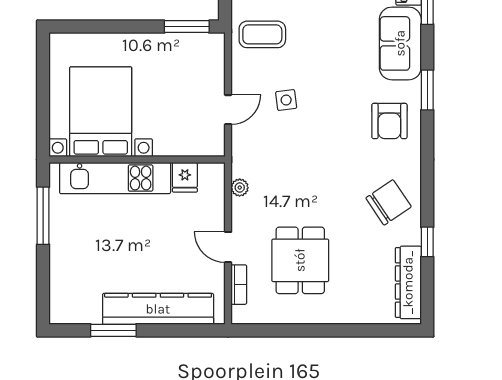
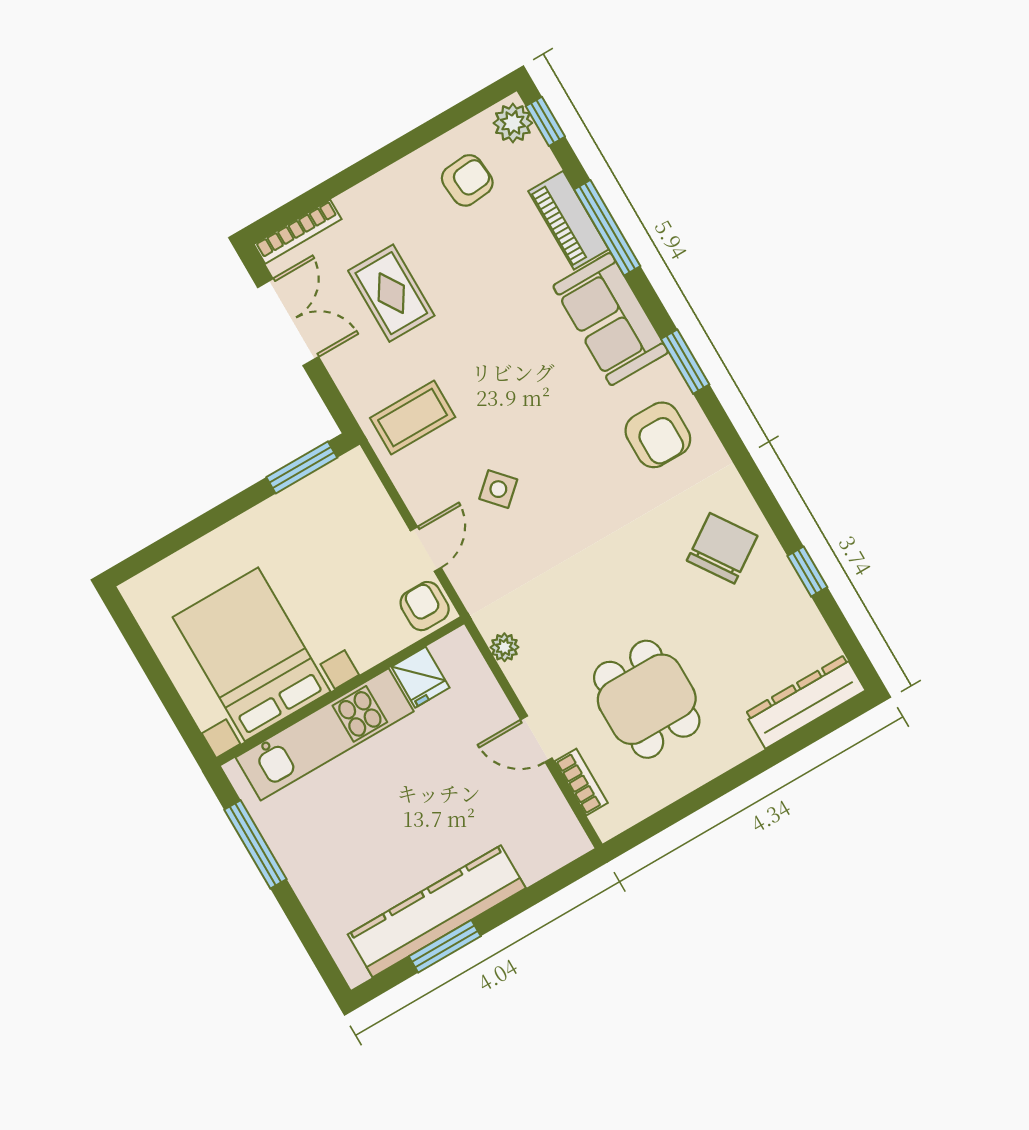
side table: (286, 100) -> (498, 489), turned -35
armchair: (209, 140) -> (425, 606), added
dresser: (408, 282) -> (805, 702), moved, turned 90
kitchen counter: (158, 309) -> (437, 911), moved

